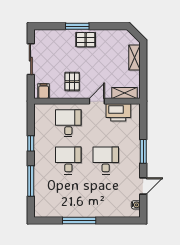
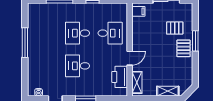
pallet: (72, 82) -> (175, 28), moved
door: (97, 101) -> (130, 58), hinge flipped
desk: (68, 161) -> (78, 33), turned 180
desk: (106, 161) -> (78, 66), turned 180

